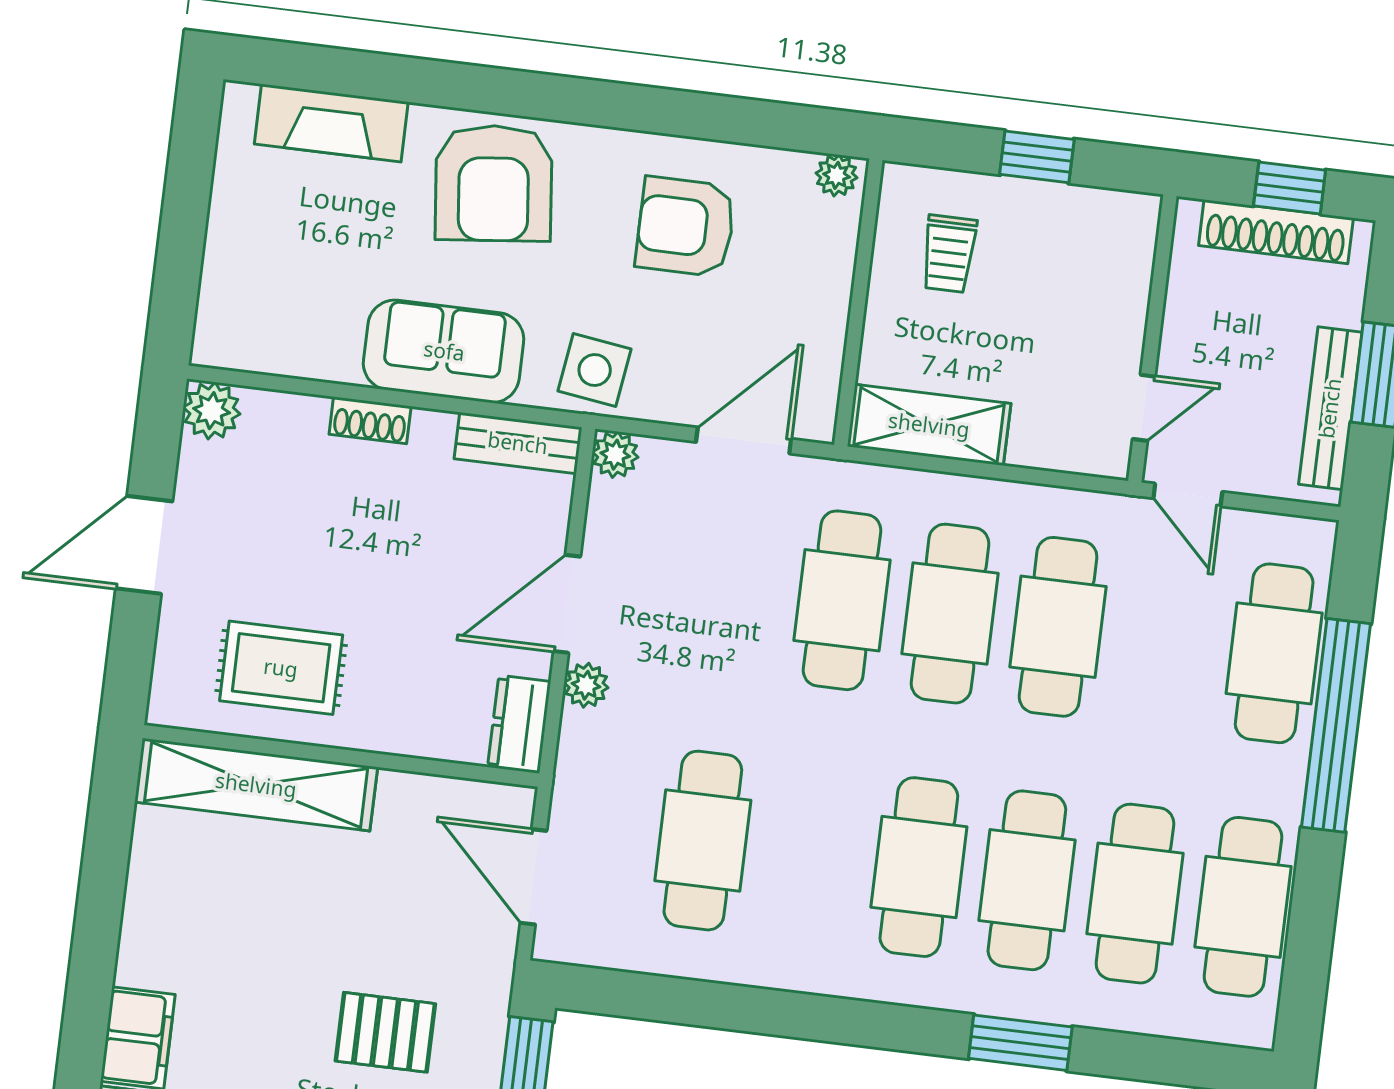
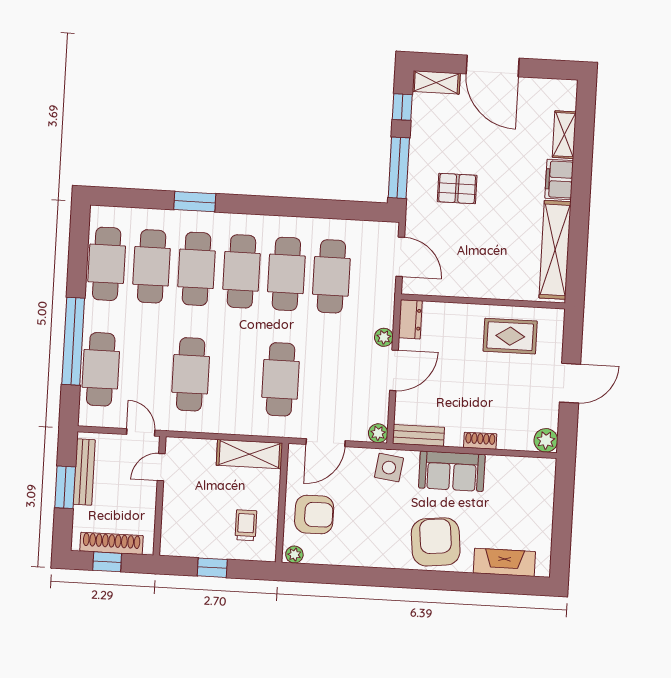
armchair: (686, 227) -> (314, 514), moved
cafe table: (950, 614) -> (286, 274), moved
shelving: (256, 785) -> (555, 250), moved, turned 90

